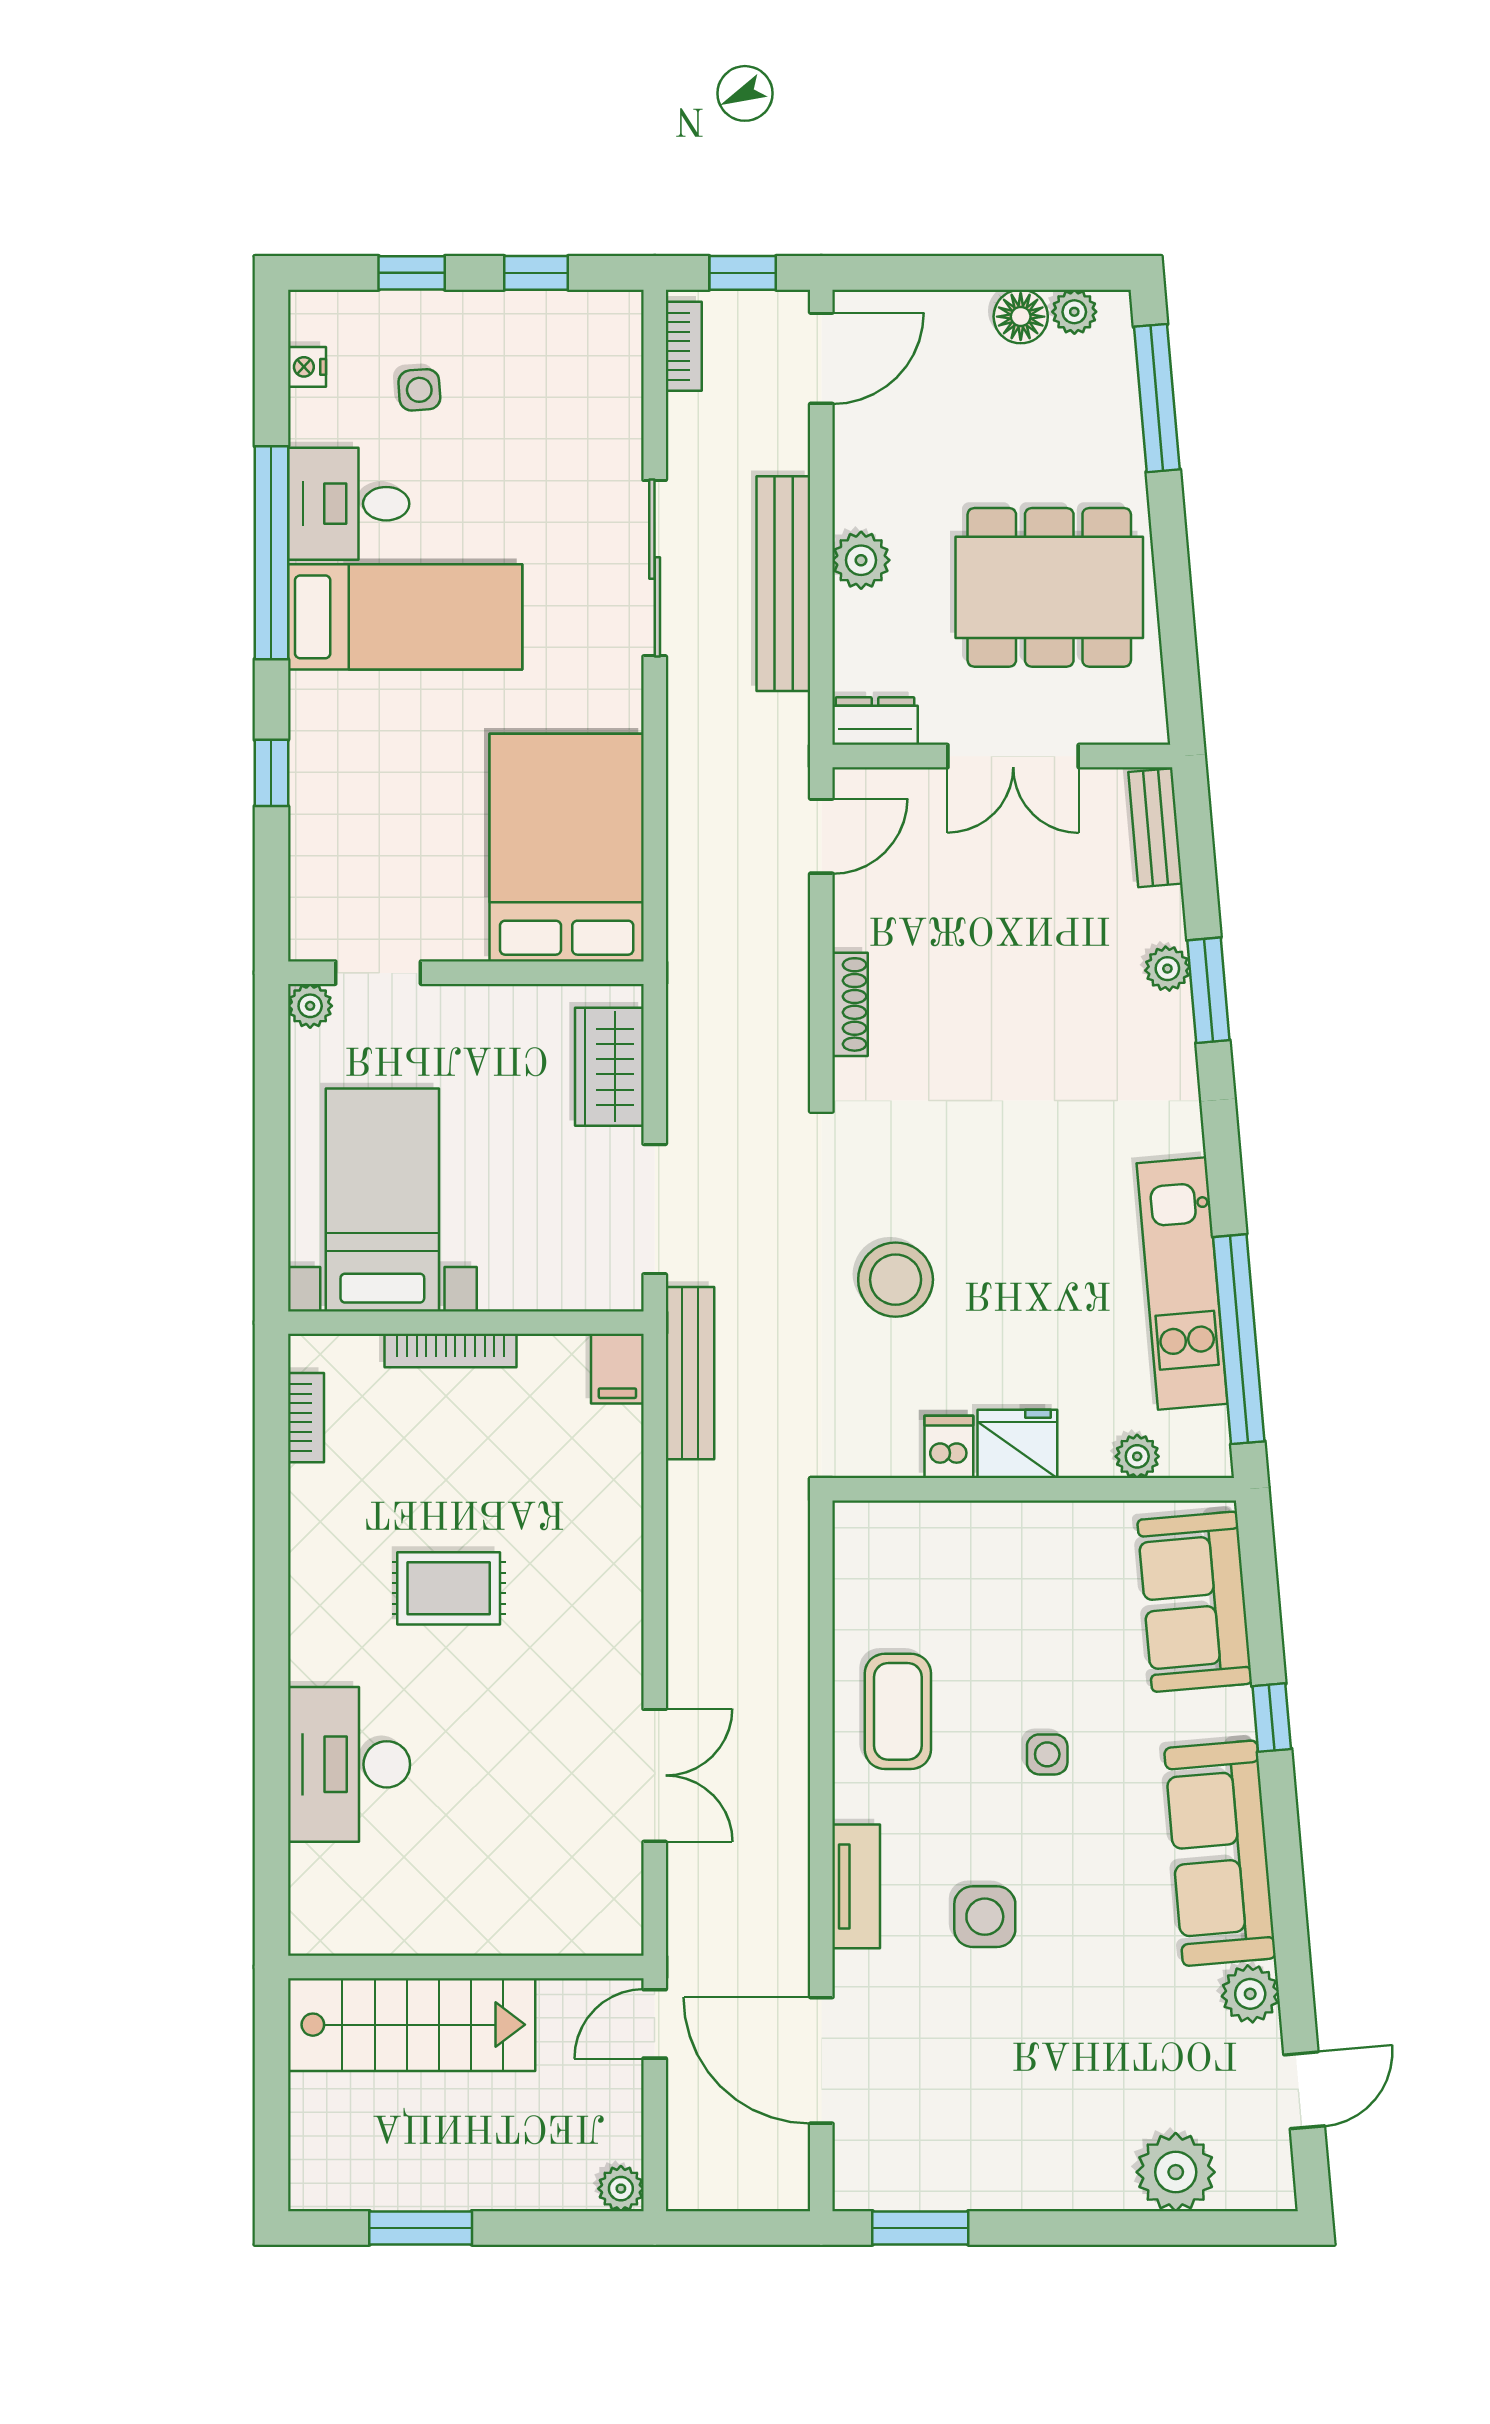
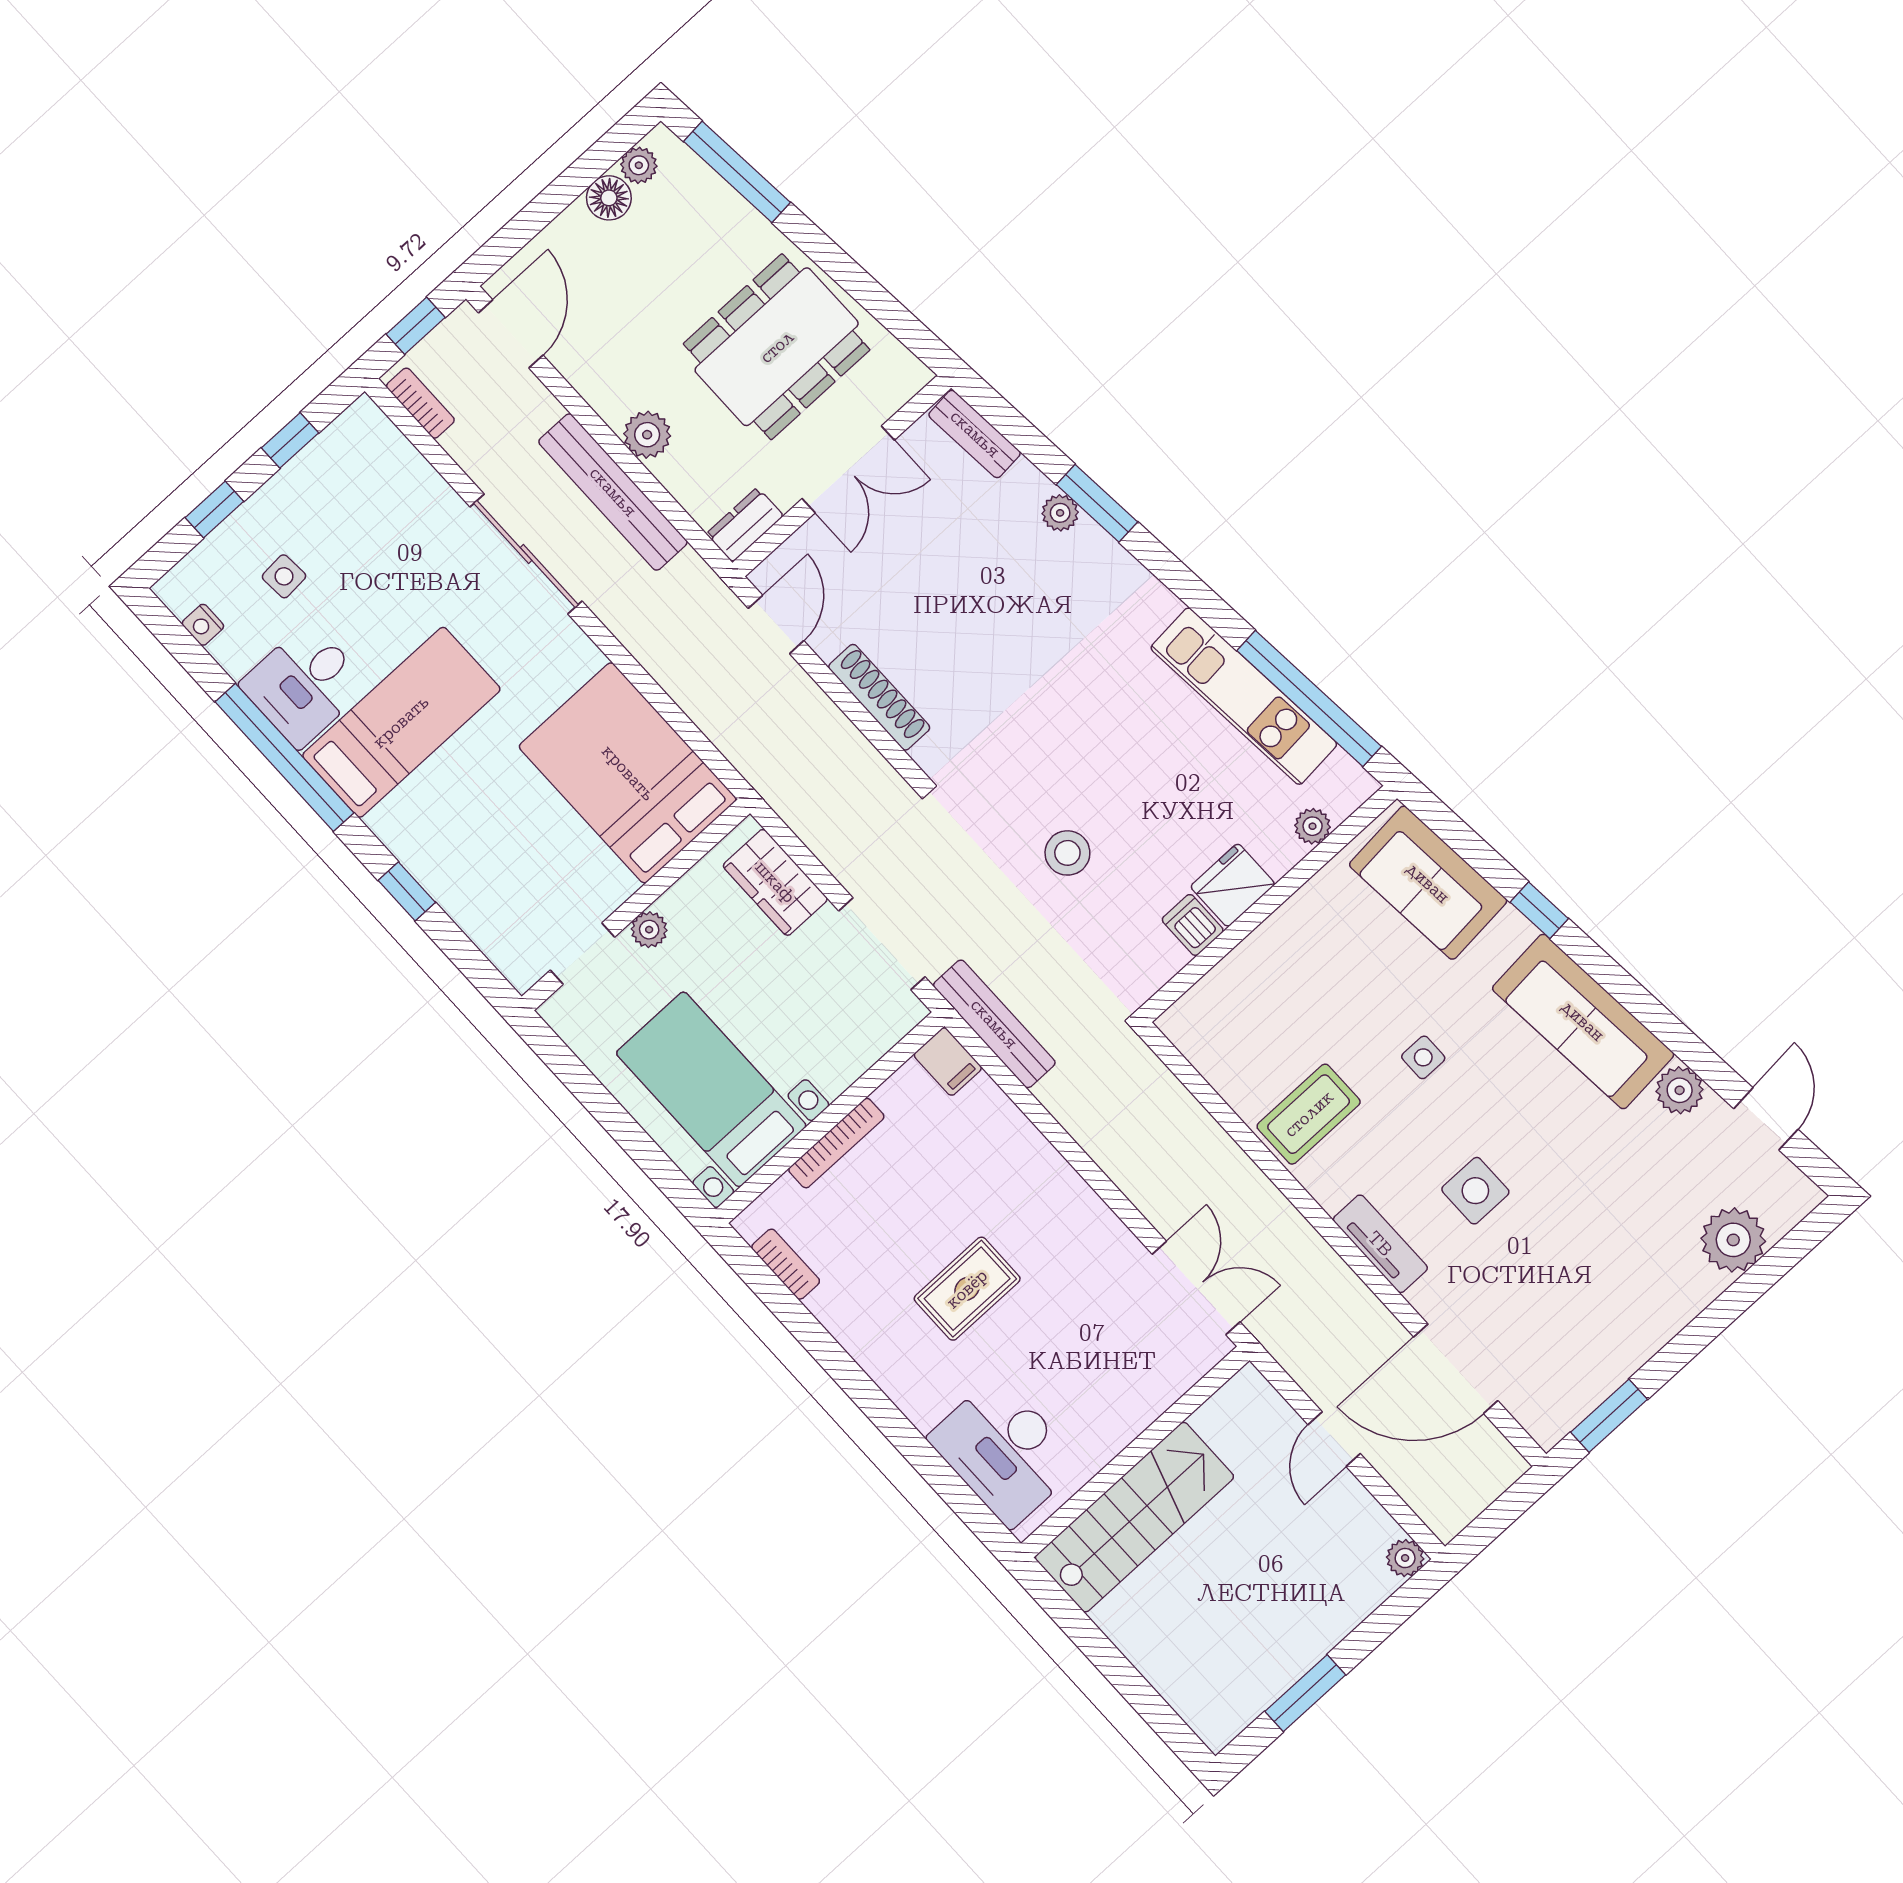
shoe rack: (850, 1004) -> (879, 697), width x1.36, depth x1.24
plant: (310, 1006) -> (649, 930), moved
stool: (896, 1280) -> (1067, 853), width x0.73, depth x0.73
coffee table: (898, 1711) -> (1309, 1114), turned 90
wall: (466, 1967) -> (1135, 1452), moved
stairs: (412, 2025) -> (1134, 1517), moved

